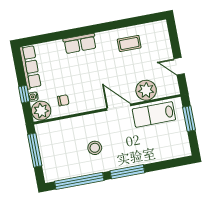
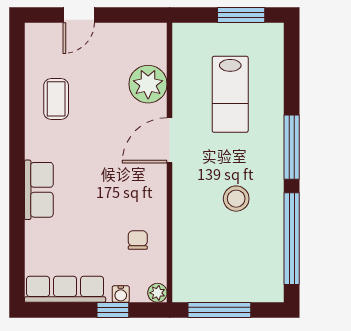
door: (179, 66) -> (79, 15), moved
plant: (41, 111) -> (157, 293), width x0.53, depth x0.53
lab bench: (154, 114) -> (230, 94), moved
window: (189, 119) -> (241, 15), moved

